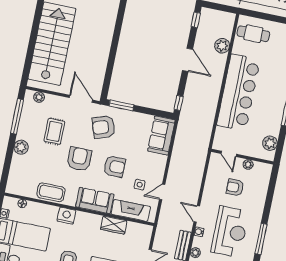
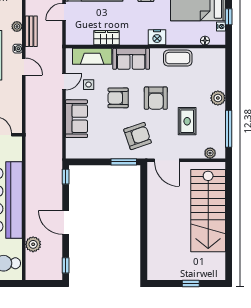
sofa: (161, 135) -> (76, 119), moved

